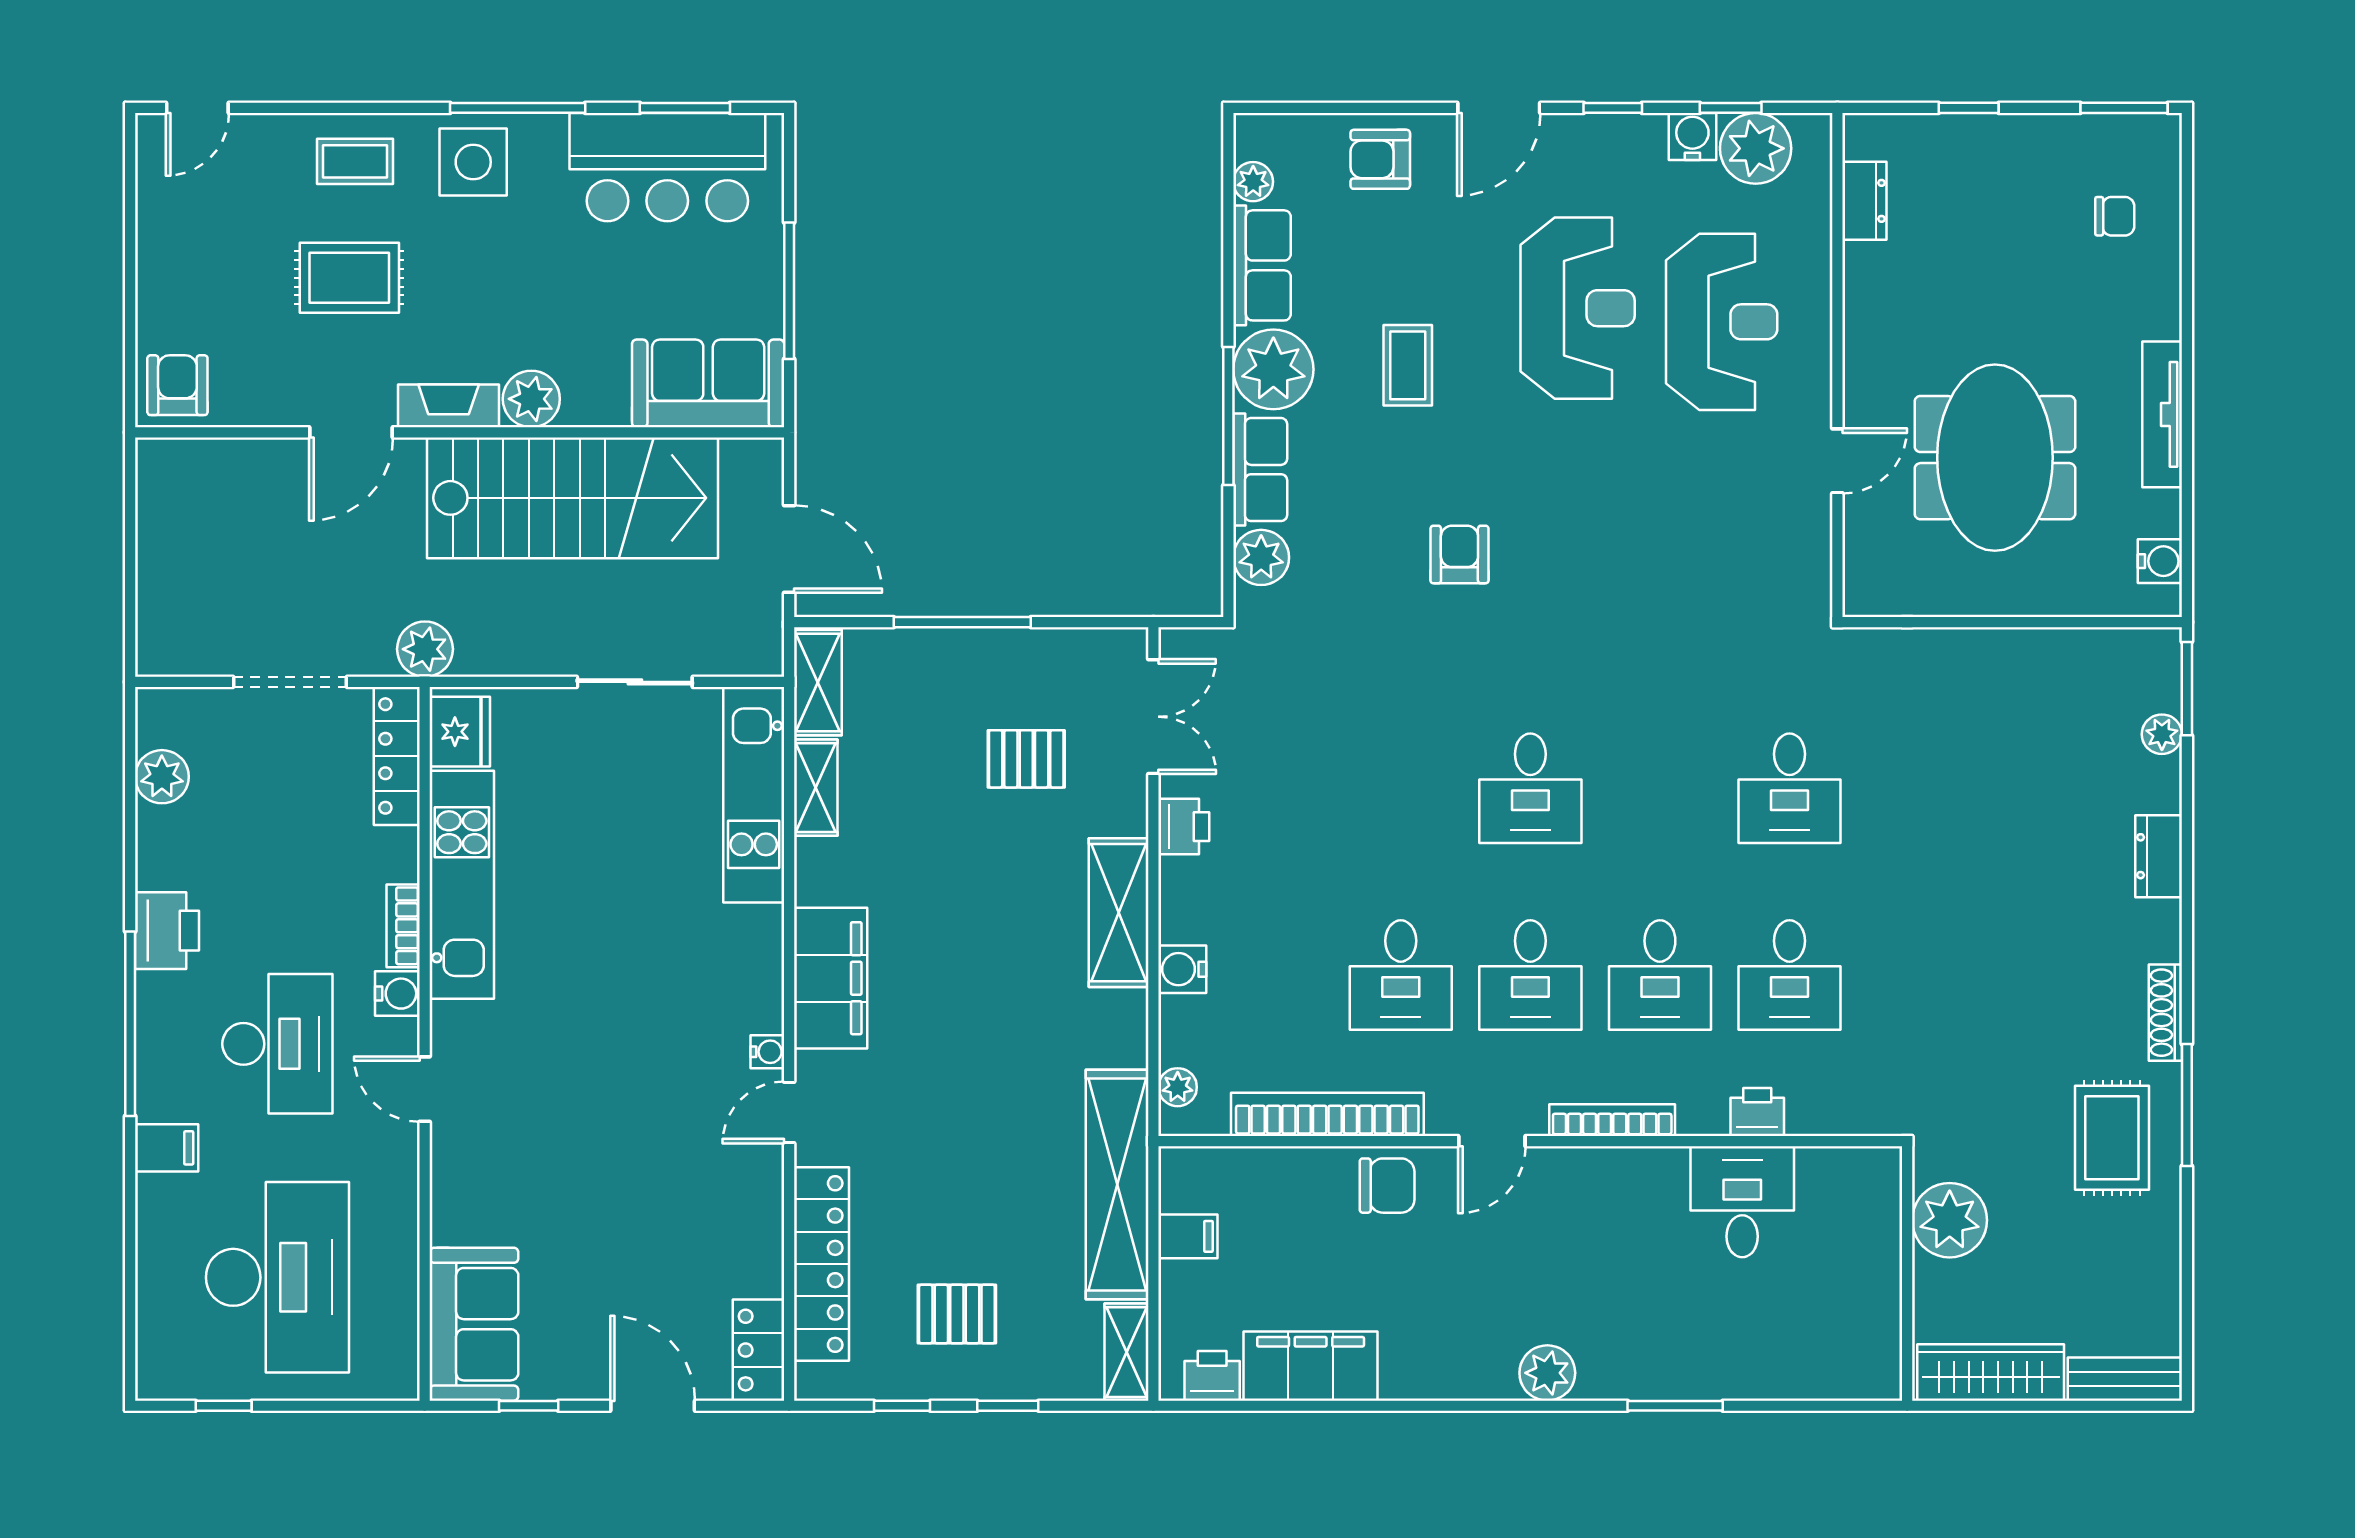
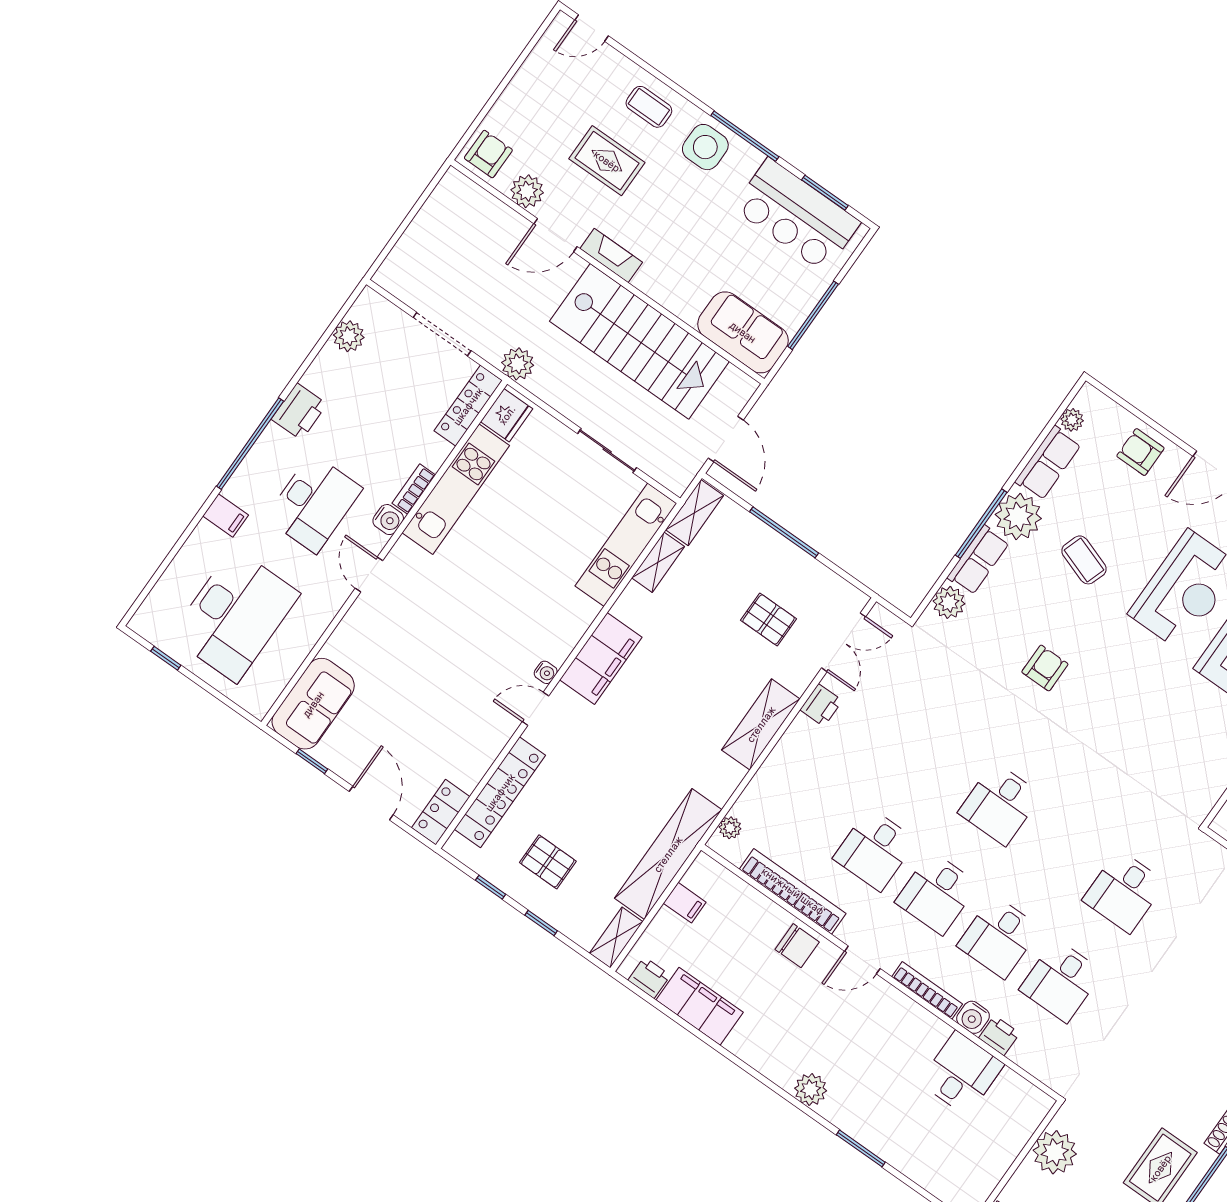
coffee table: (1408, 365) -> (1084, 560), turned -71
plant: (531, 399) -> (527, 191), moved
water cooler: (1182, 969) -> (973, 1017), moved, turned -90

